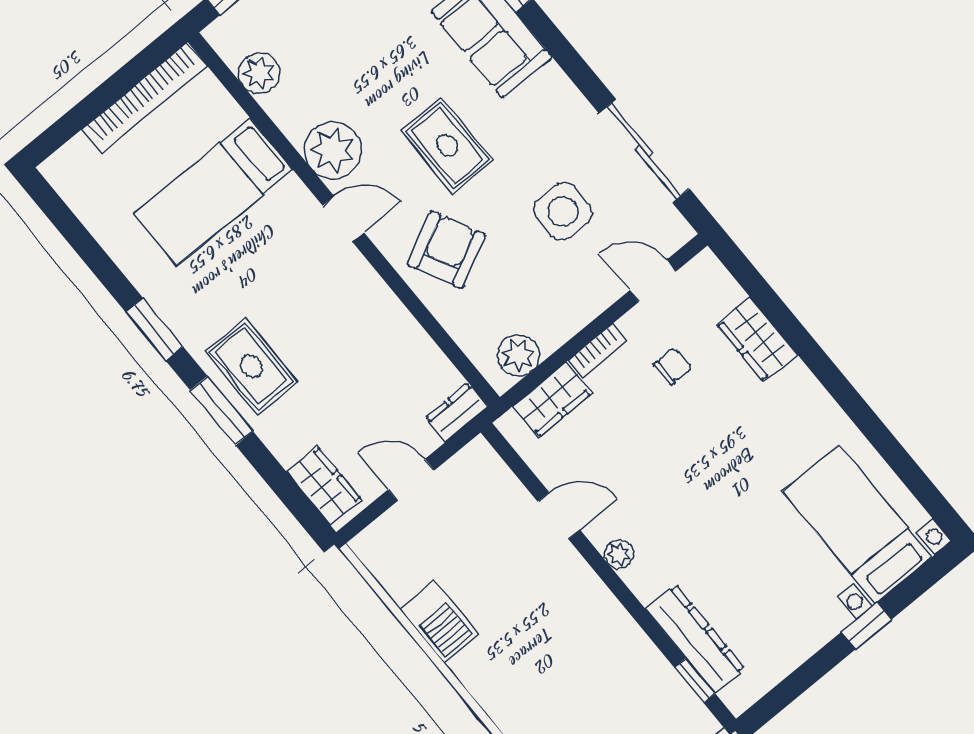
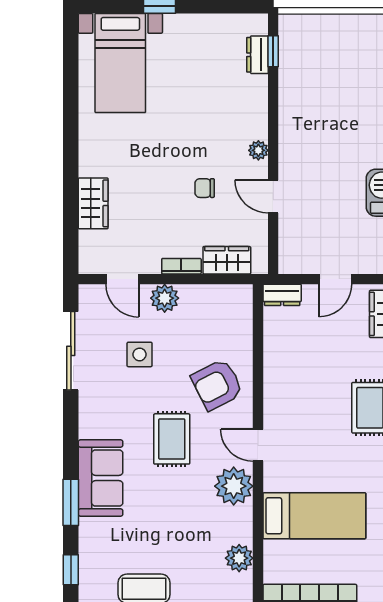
side table: (563, 211) -> (140, 354), width x0.73, depth x0.73
plant: (518, 355) -> (165, 298), moved
chair: (673, 366) -> (205, 188), moved
door: (411, 480) -> (335, 279), hinge flipped
dresser: (695, 639) -> (257, 55), width x0.51, depth x0.80

